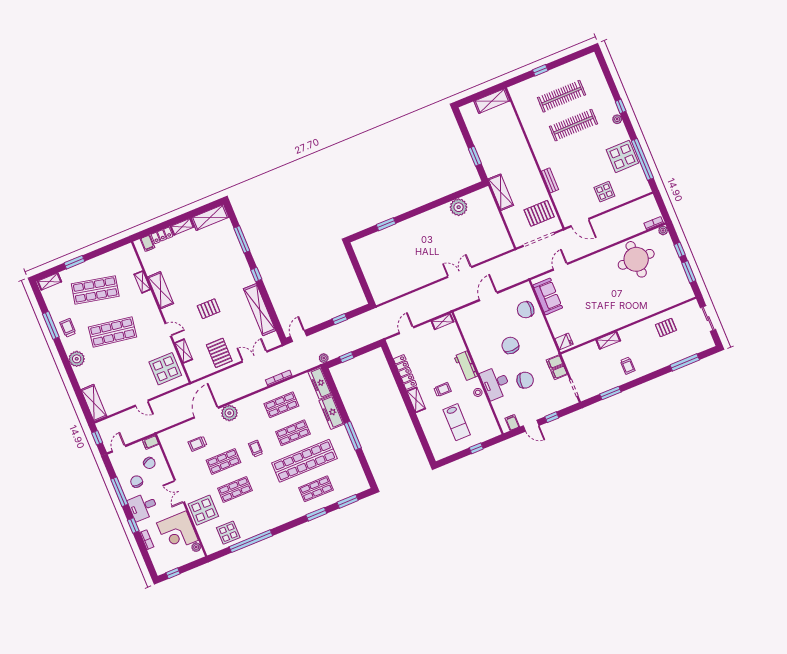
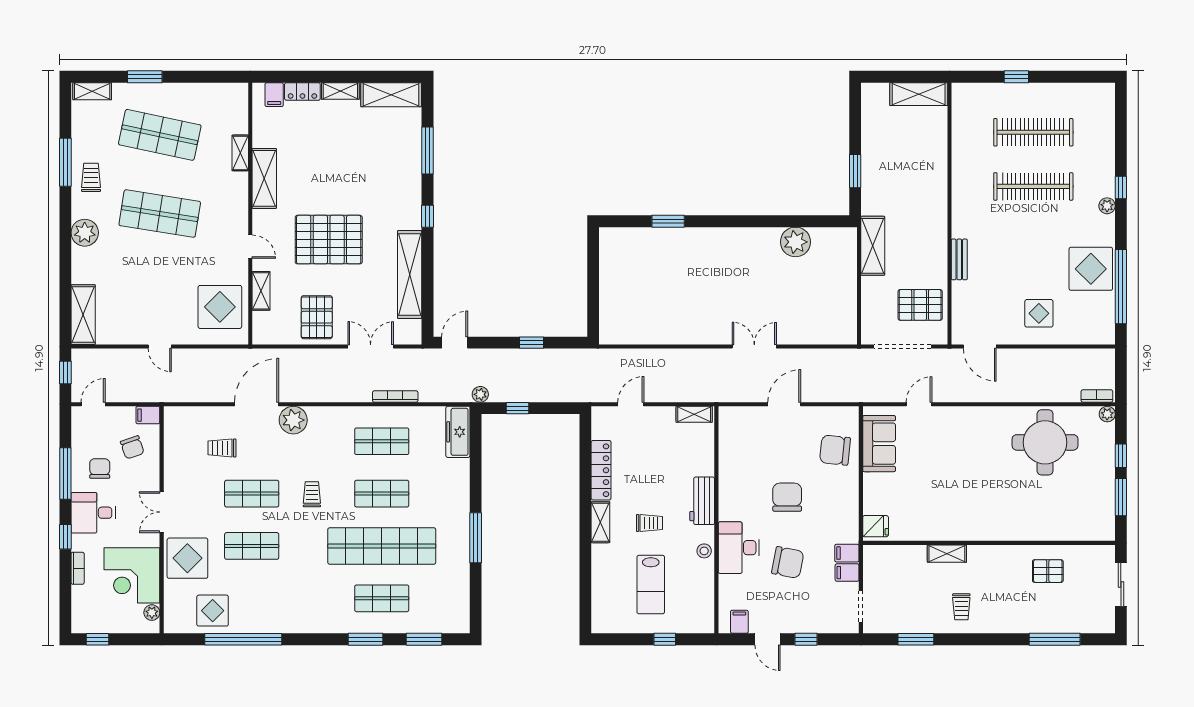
pallet: (209, 309) -> (329, 240), width x2.05, depth x2.00
freezer: (332, 412) -> (457, 486), removed

